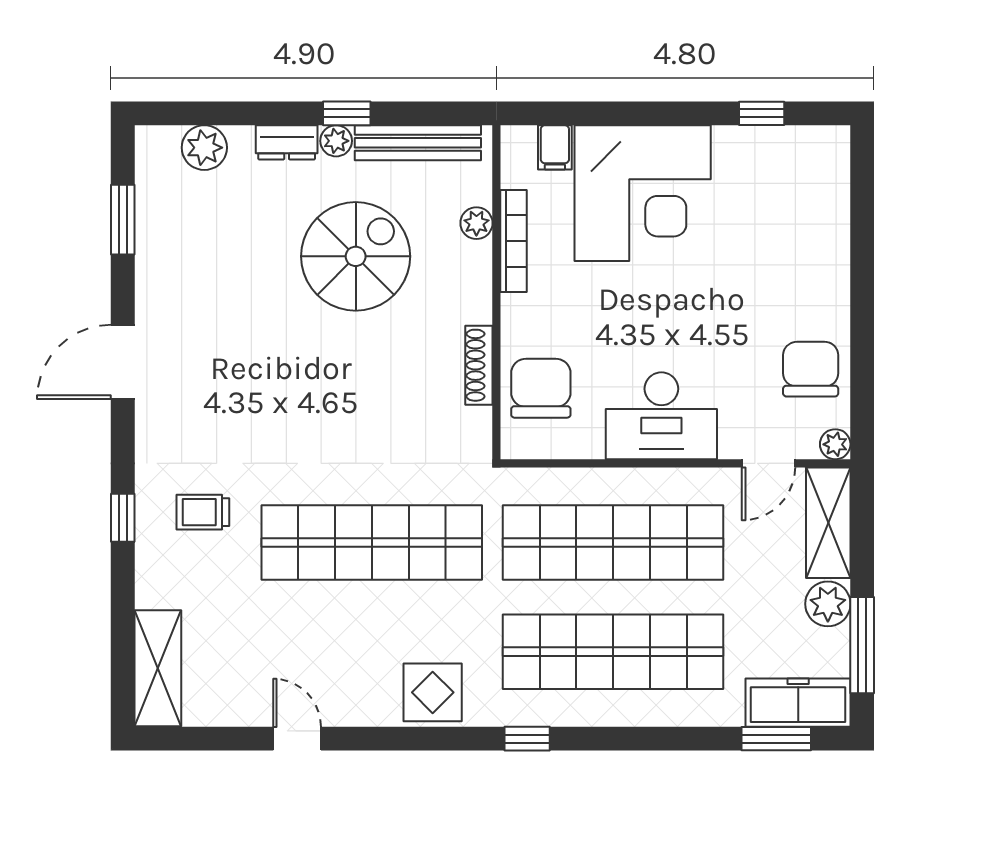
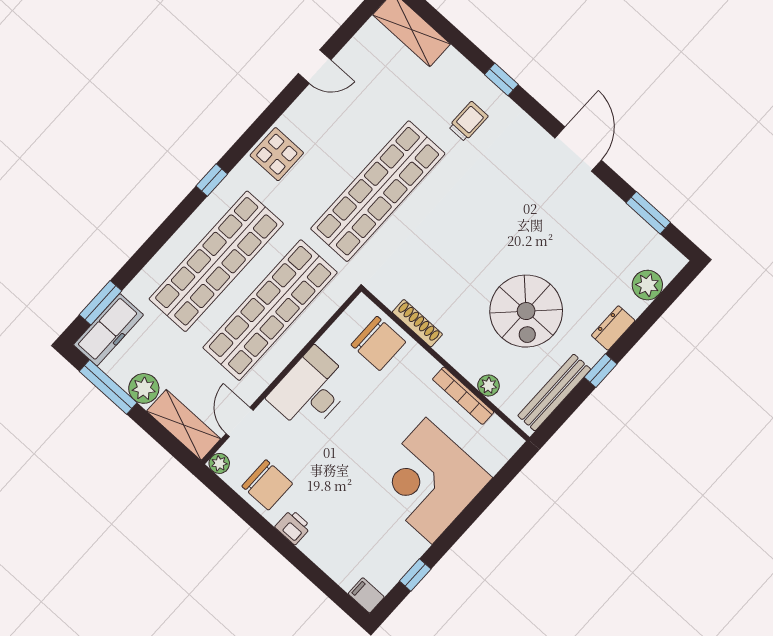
plant: (336, 141) -> (592, 353), removed
filing cabinet: (555, 147) -> (366, 595), moved
printer: (831, 298) -> (293, 527), added

